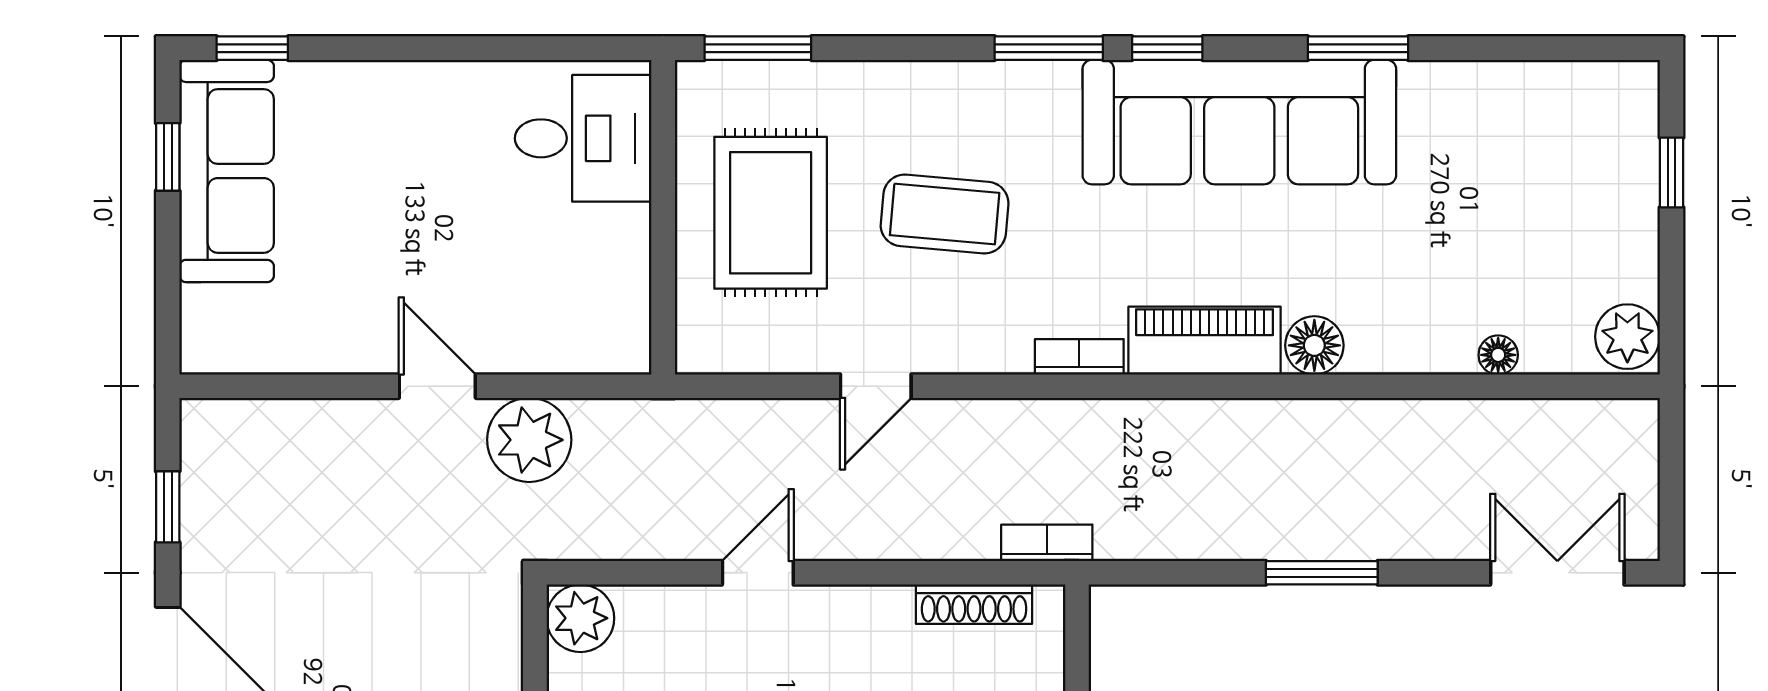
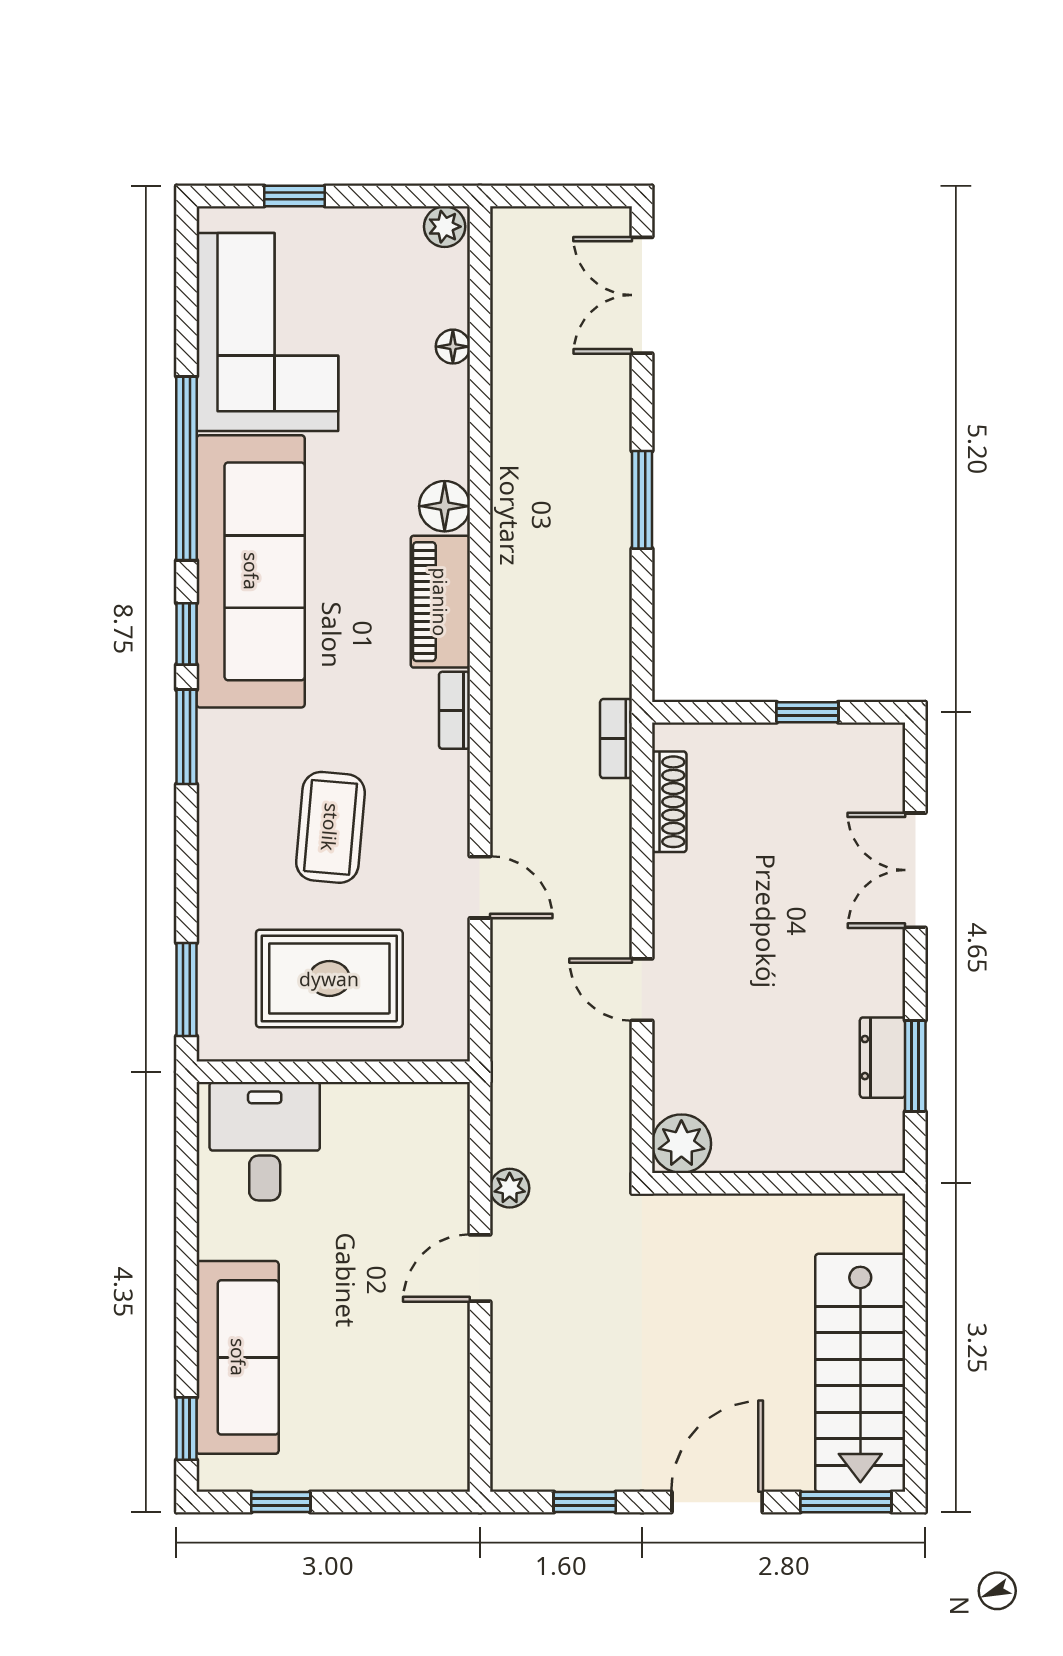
window: (1358, 48) -> (186, 468), width x2.11
corner sofa: (1515, 141) -> (267, 332), added
sofa: (227, 171) -> (238, 1357), moved, turned 90
plant: (1627, 337) -> (445, 227), width x0.73, depth x0.73
plant: (529, 440) -> (510, 1188), width x0.53, depth x0.53

